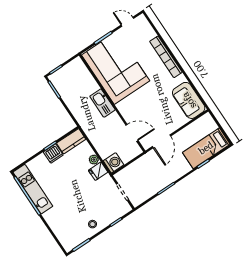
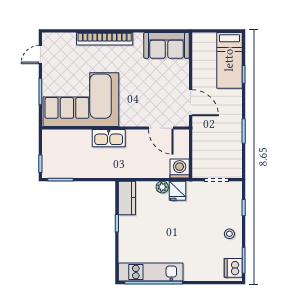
door: (132, 133) -> (161, 128), swing flipped
dishwasher: (53, 154) -> (233, 268), moved, turned 180

